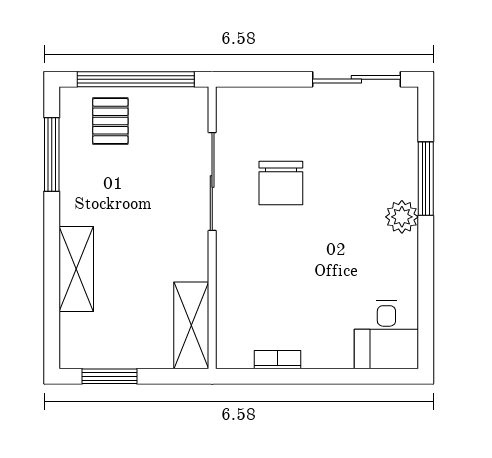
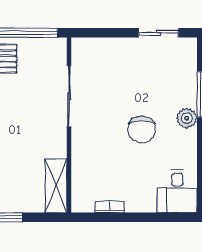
sliding door: (356, 79) -> (159, 33), width x0.73
chair: (281, 183) -> (142, 130), moved

